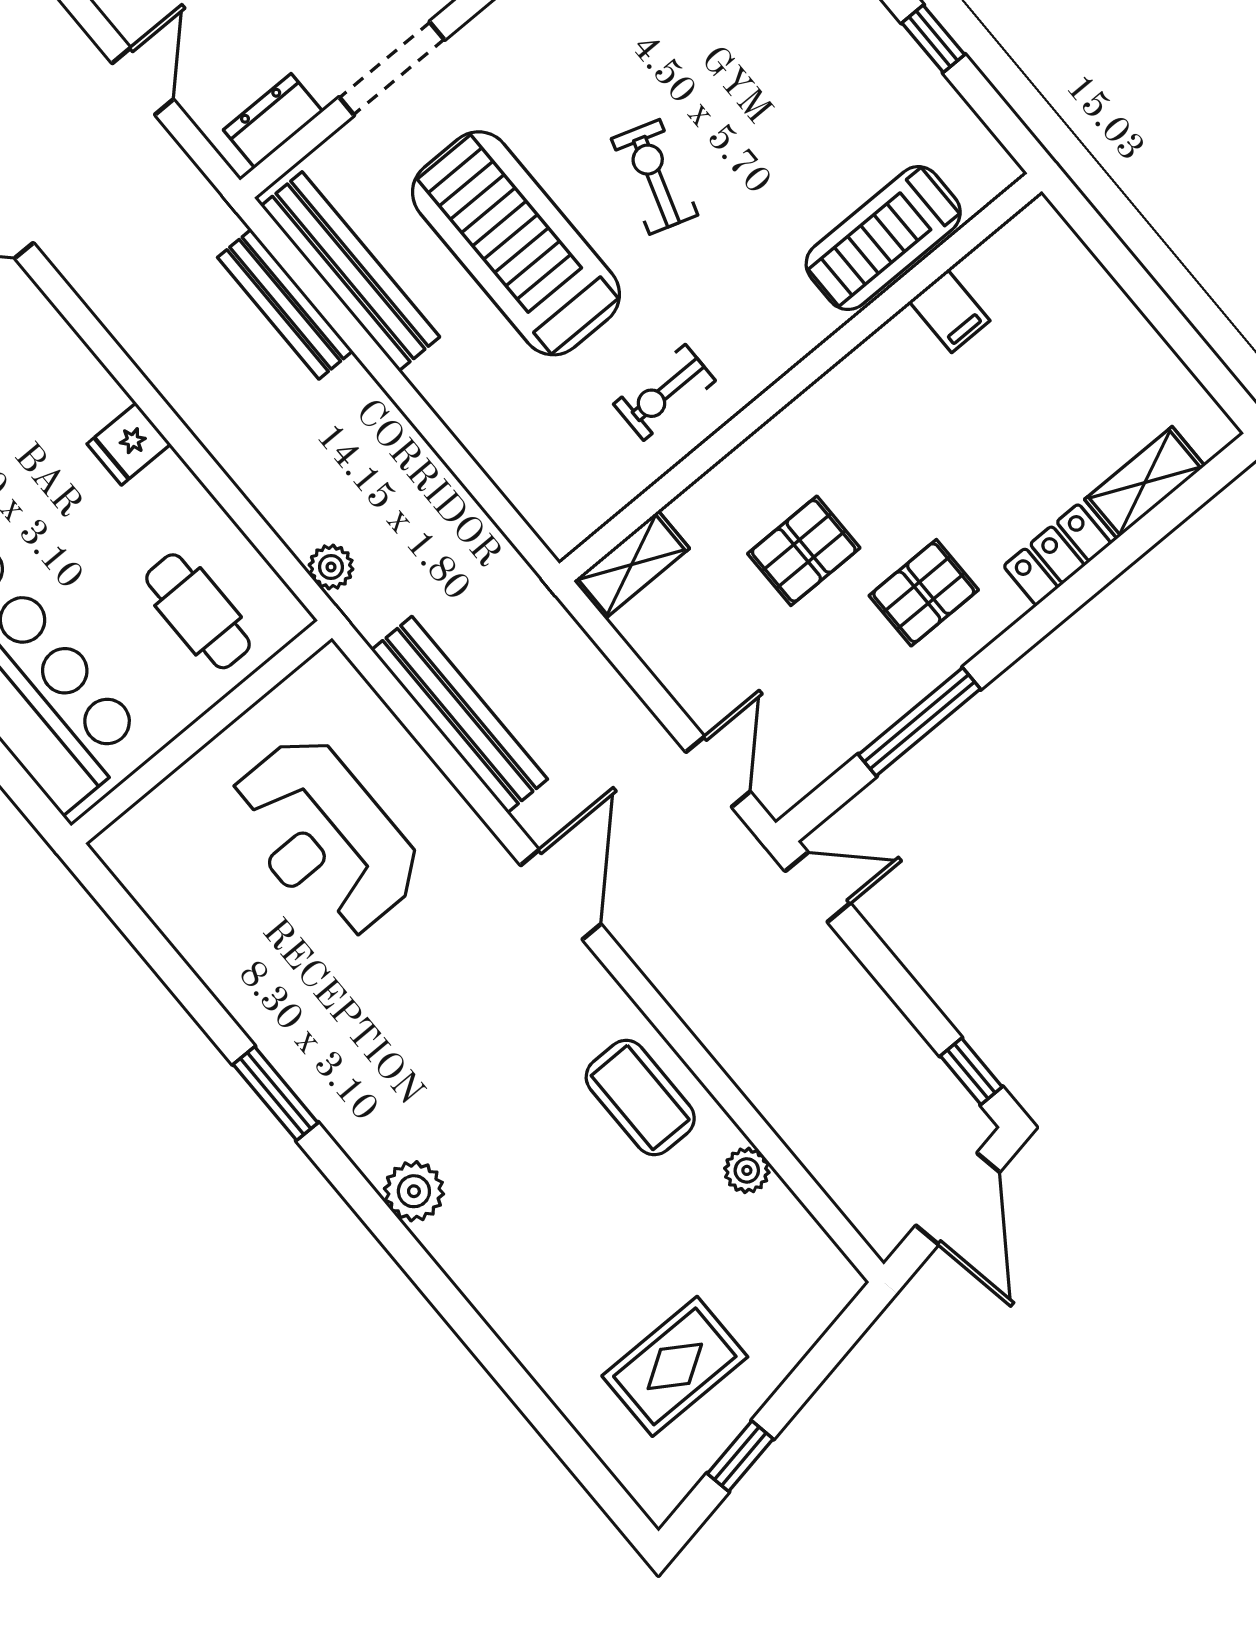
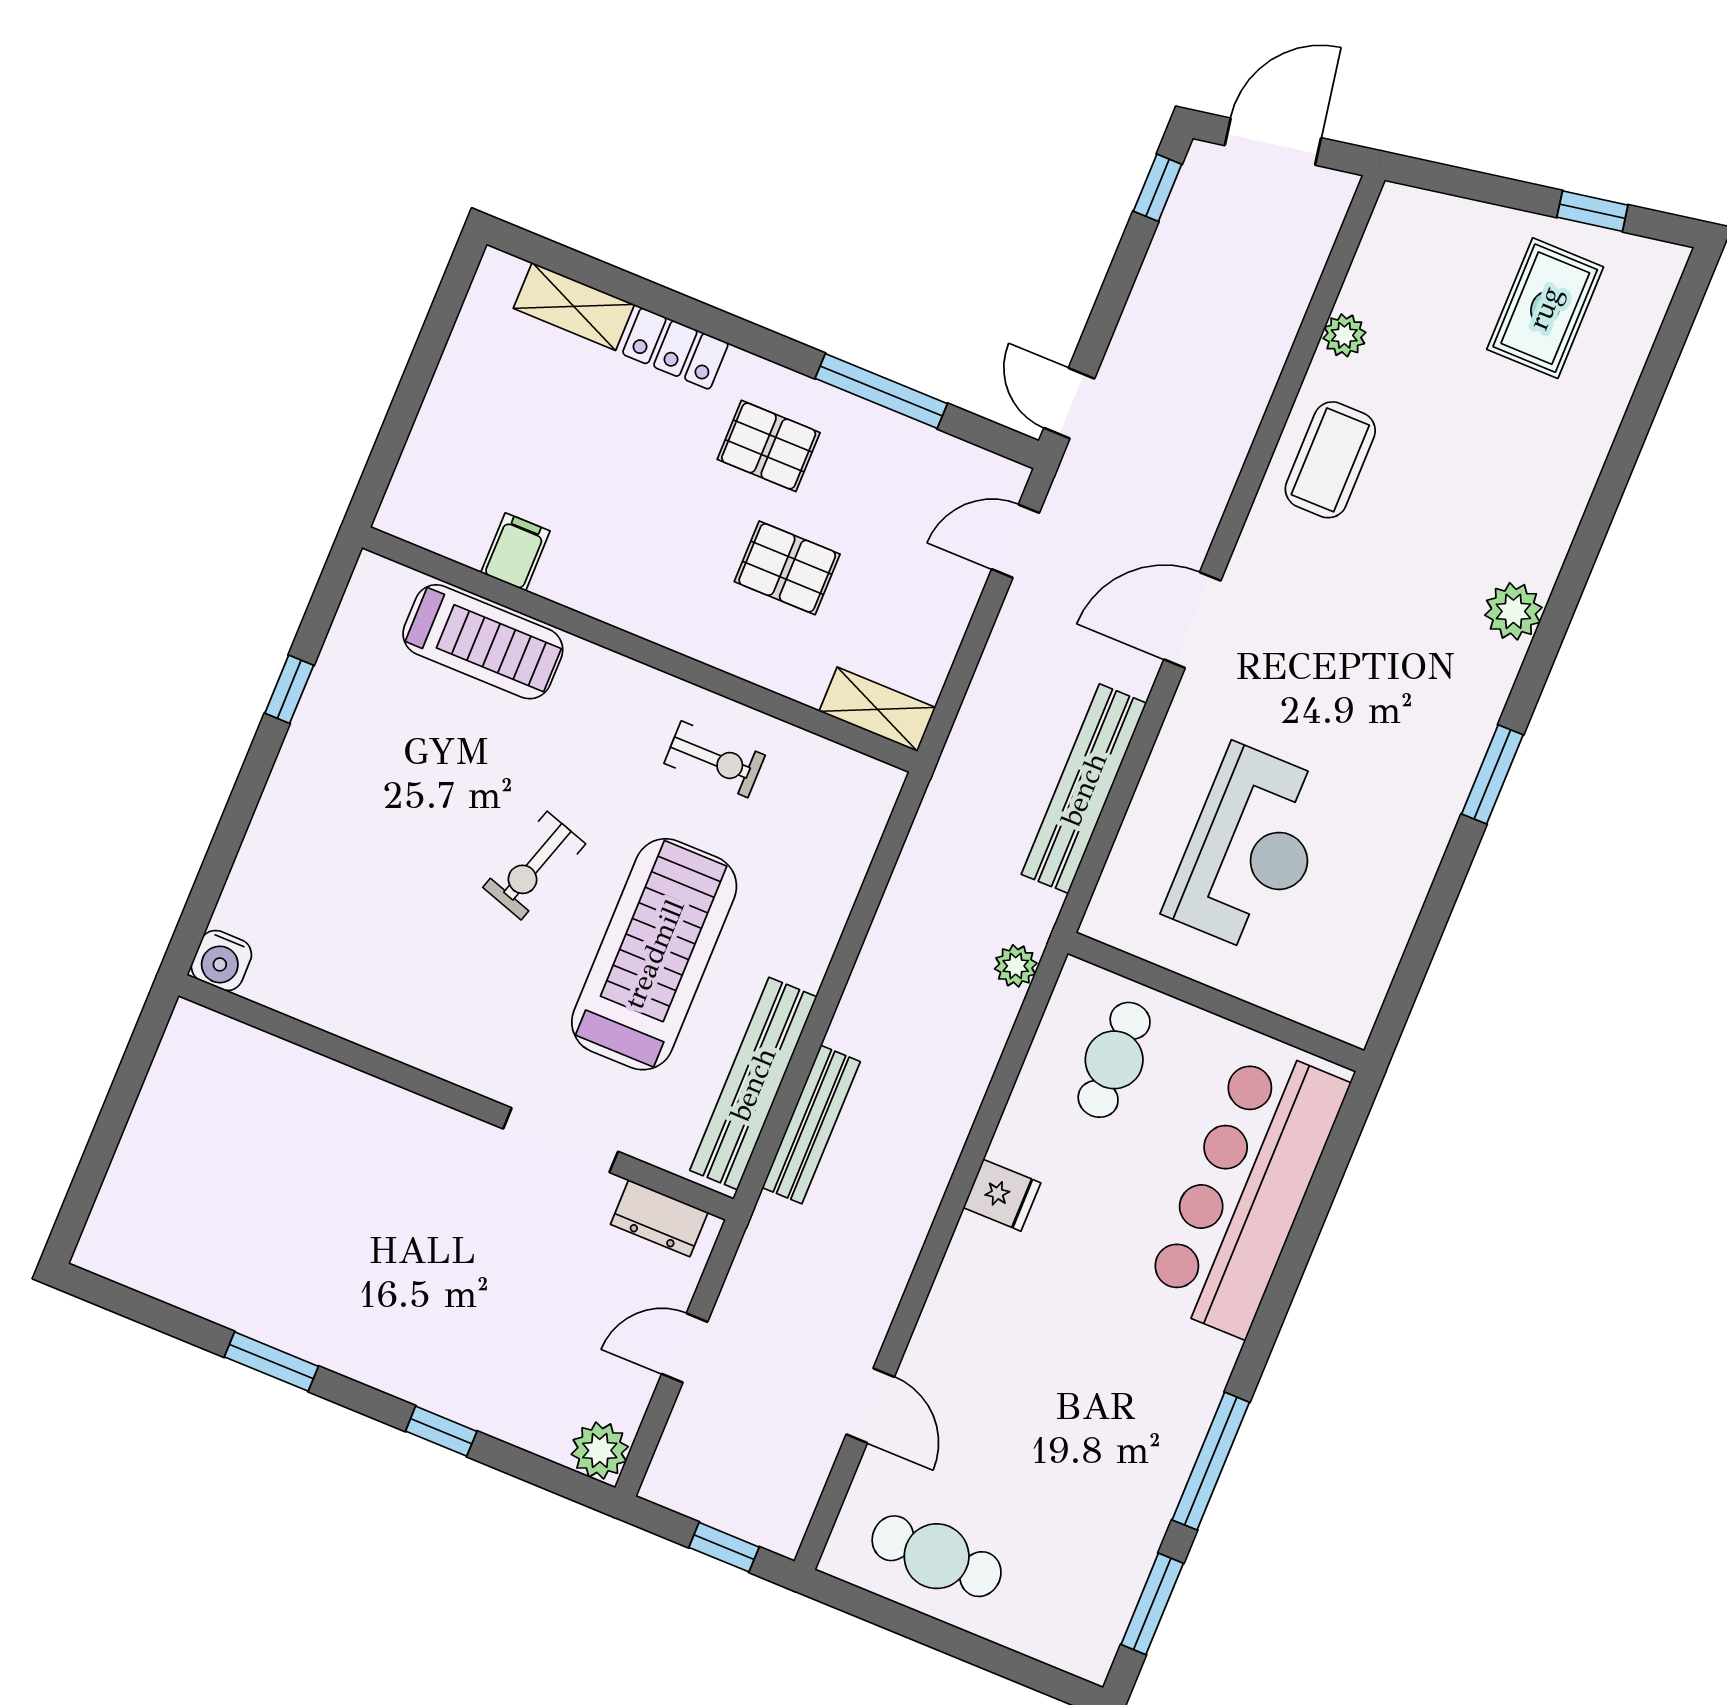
treadmill: (516, 243) -> (654, 954), turned 180
rug: (675, 1366) -> (1545, 308), turned 90

